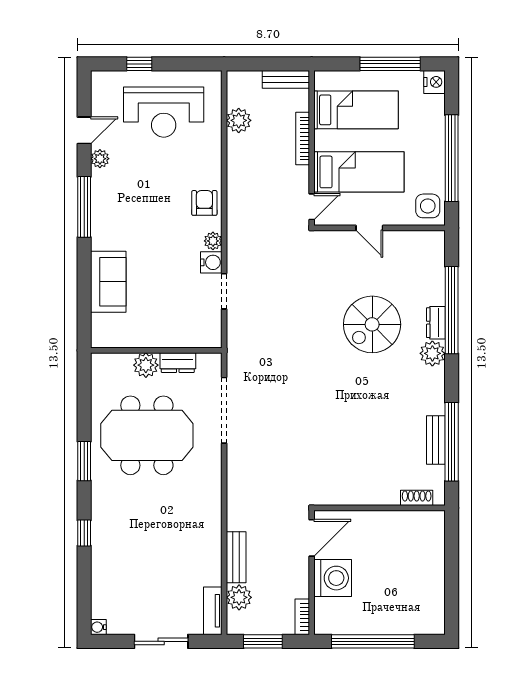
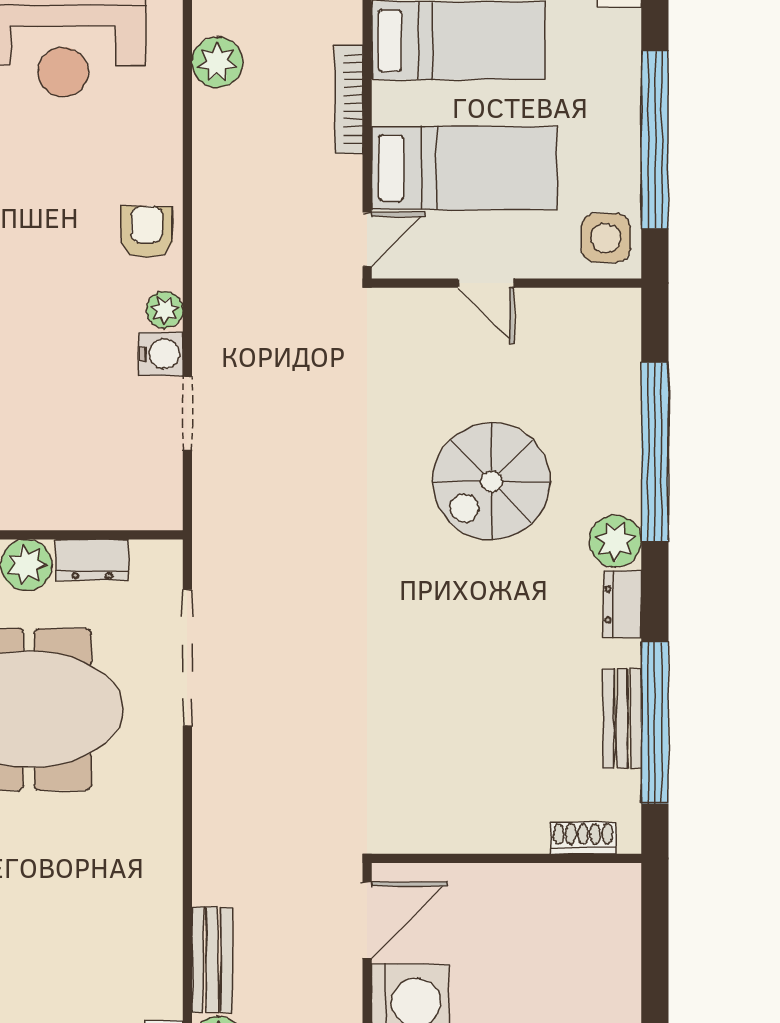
dresser: (436, 323) -> (623, 604), moved

